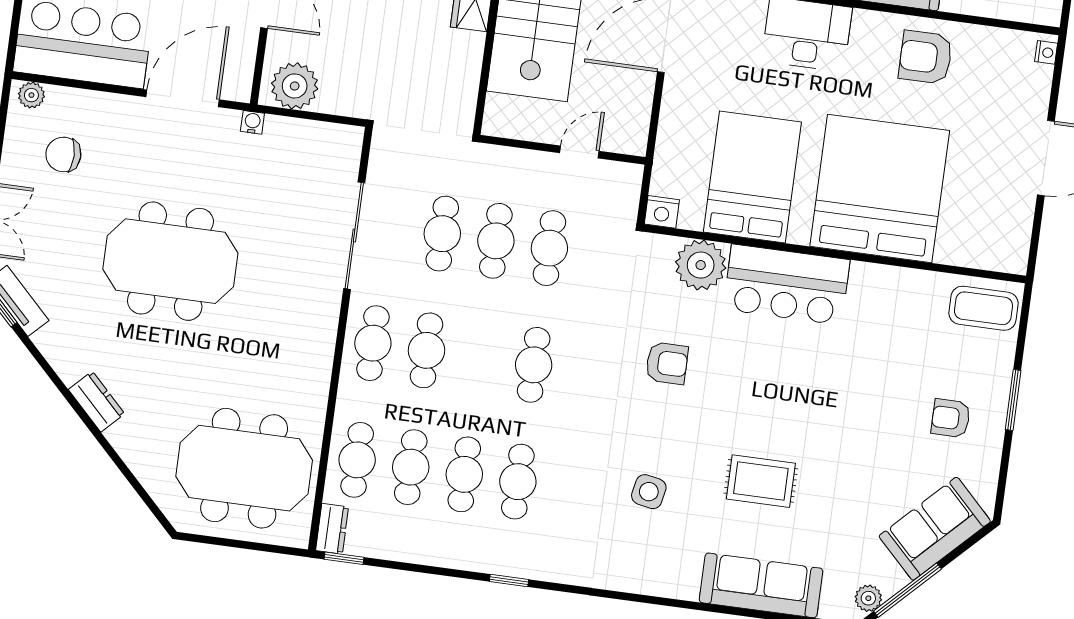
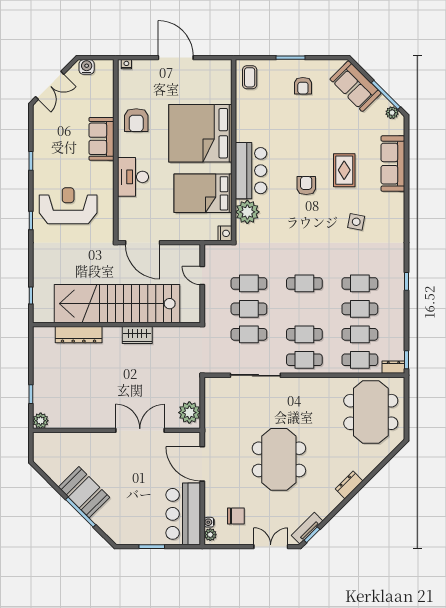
water cooler: (252, 122) -> (209, 522), moved
chair: (63, 154) -> (236, 516), turned -90
coffee table: (983, 308) -> (250, 77), width x0.73, depth x0.77
armchair: (667, 363) -> (306, 186), moved

